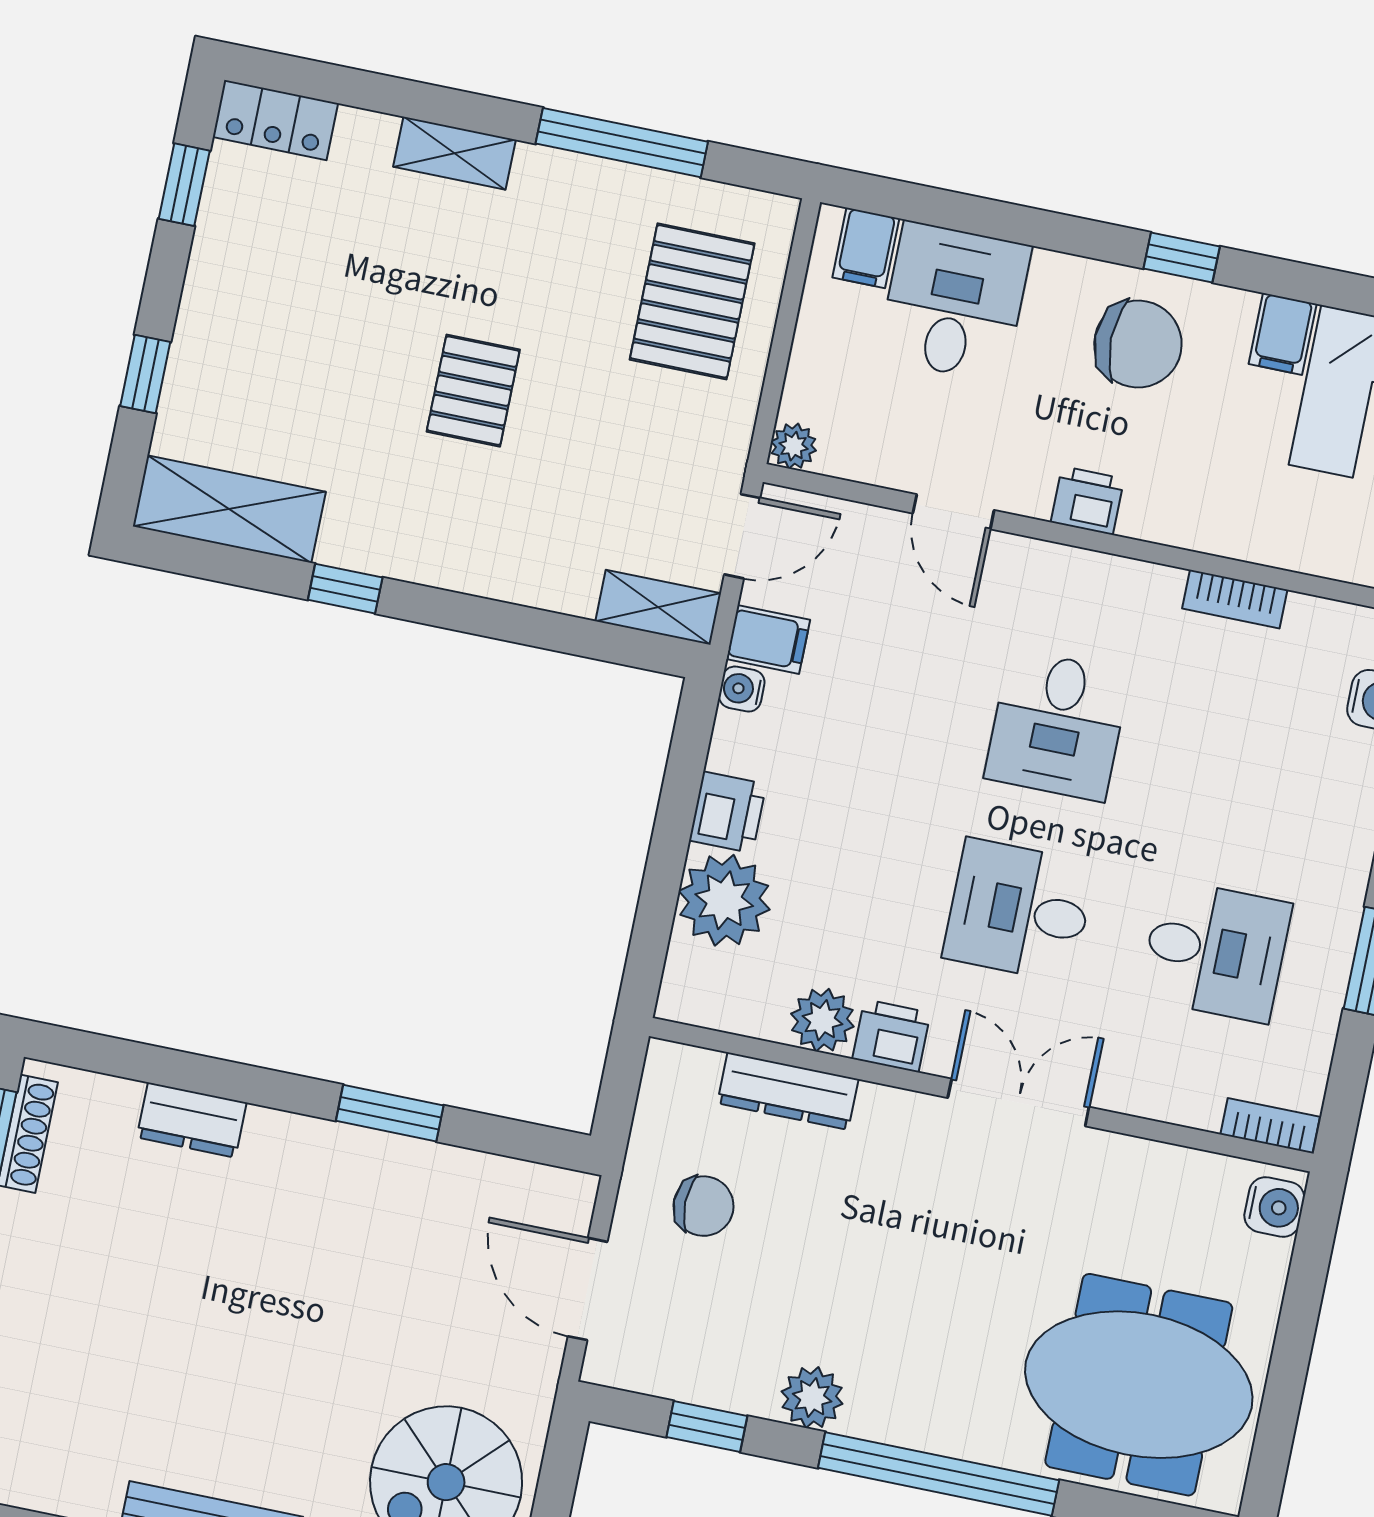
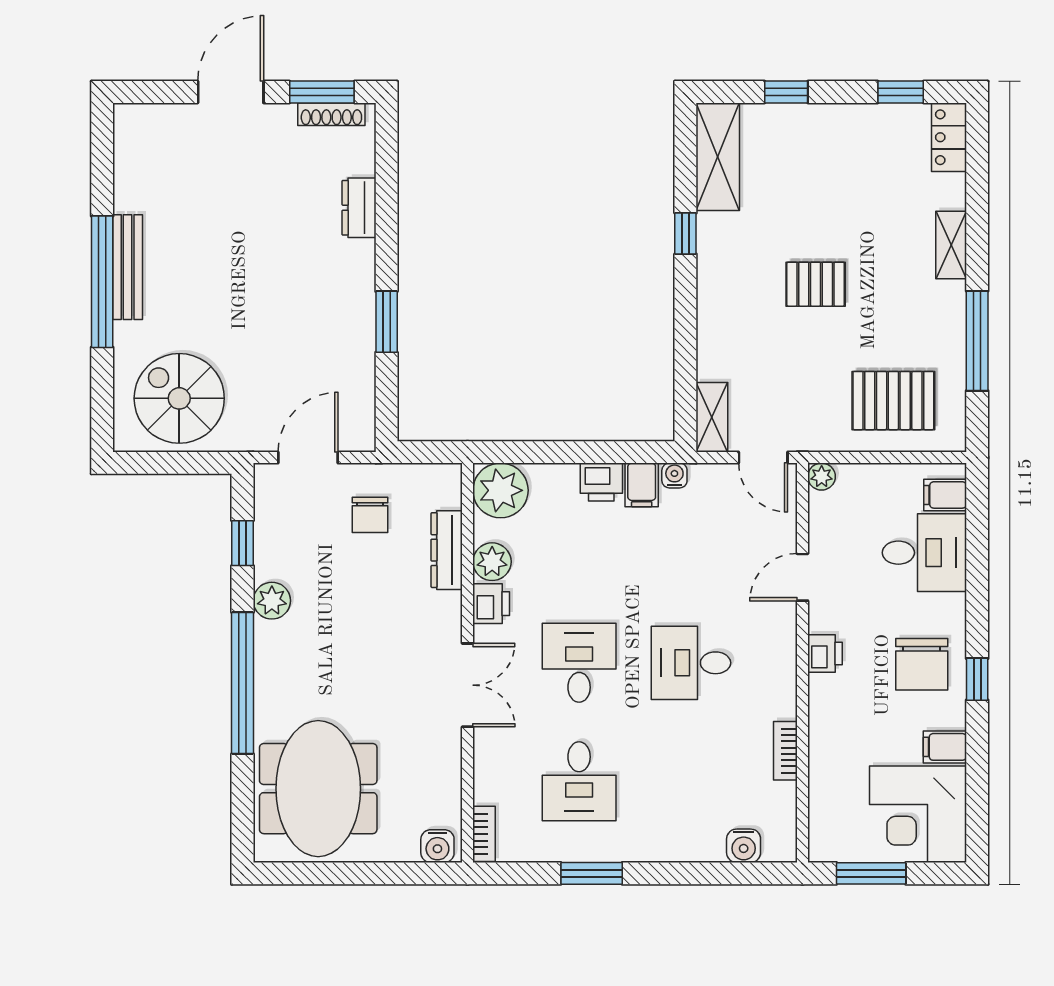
filing cabinet: (768, 639) -> (642, 485), moved
plant: (724, 900) -> (501, 490), moved

